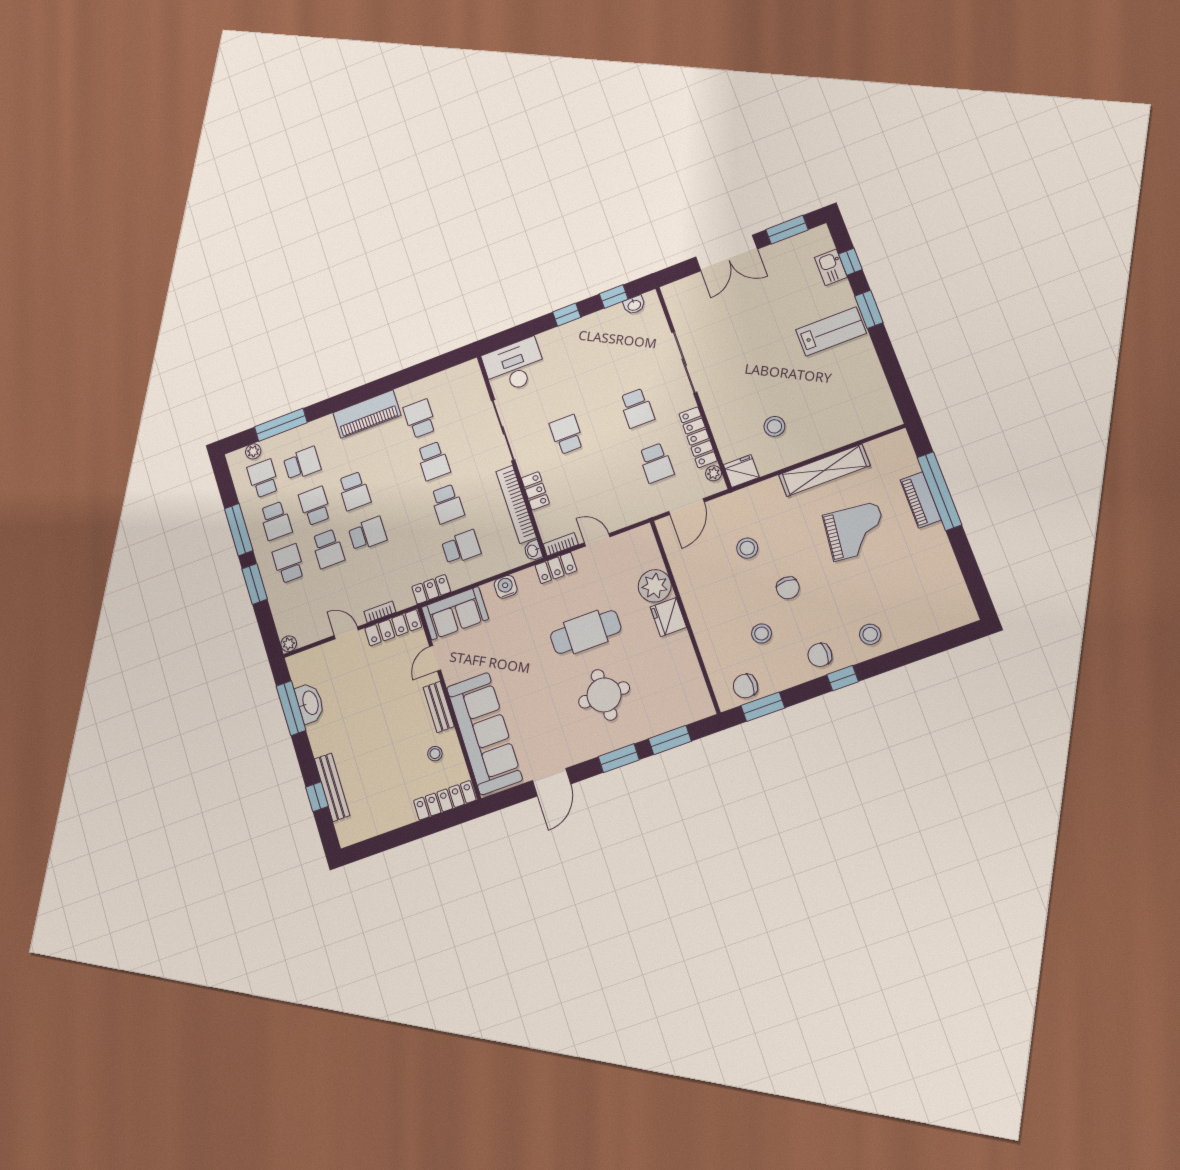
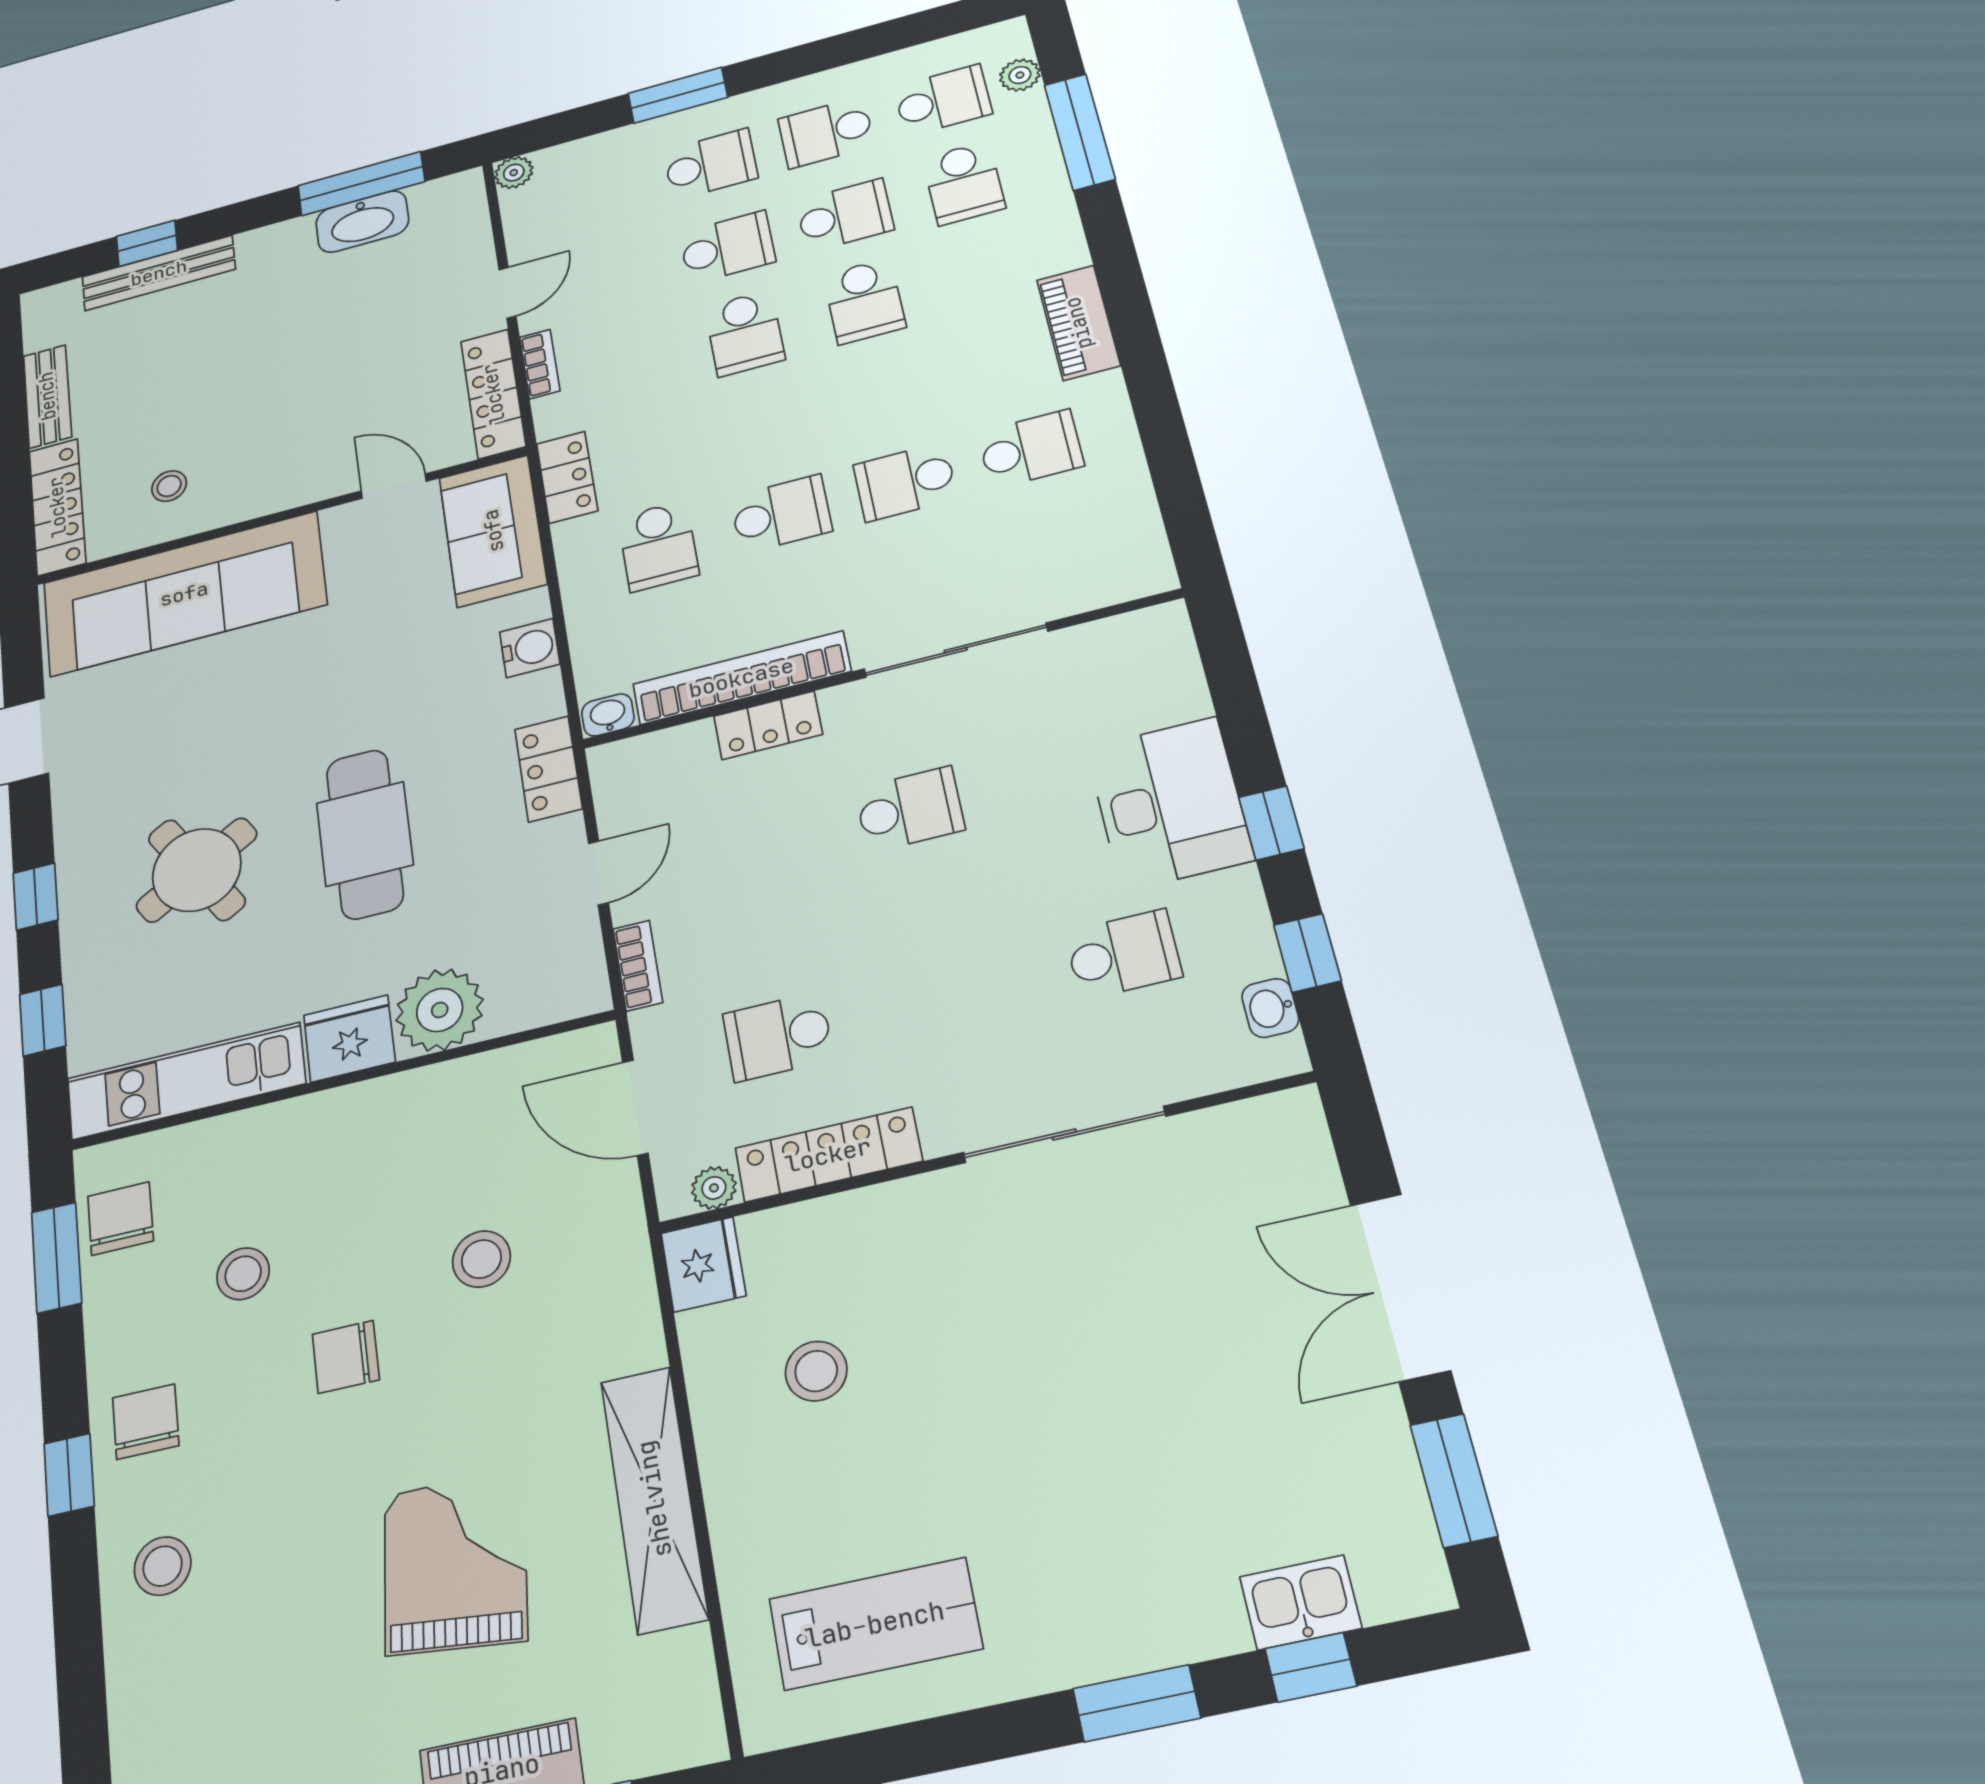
lab bench: (831, 331) -> (875, 1624), moved, turned -90
desk: (514, 366) -> (1169, 804), moved
school desk: (637, 408) -> (1123, 954), moved, turned 180
piano: (367, 414) -> (1078, 323), width x0.73, depth x0.75
school desk: (354, 491) -> (864, 301), turned -90
school desk: (447, 504) -> (781, 514), turned 180
window: (239, 530) -> (822, 55), removed
grand piano: (856, 531) -> (455, 1565), turned 180
bookcase: (561, 544) -> (638, 966), moved
school desk: (328, 549) -> (727, 247), turned 180
kitchen unit: (690, 676) -> (186, 1081), added
round table: (604, 695) -> (197, 870), turned -31
bench: (439, 707) -> (47, 396), moved, turned 90
window: (670, 740) -> (43, 1020), width x0.67
window: (619, 758) -> (36, 896), width x0.67

